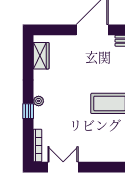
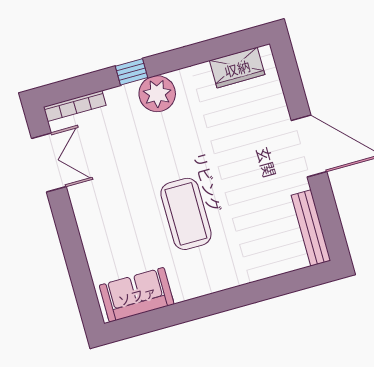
plant: (39, 101) -> (157, 94), width x1.88, depth x1.88

